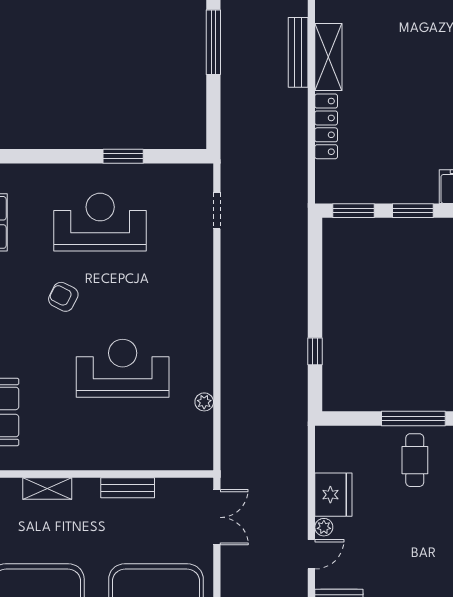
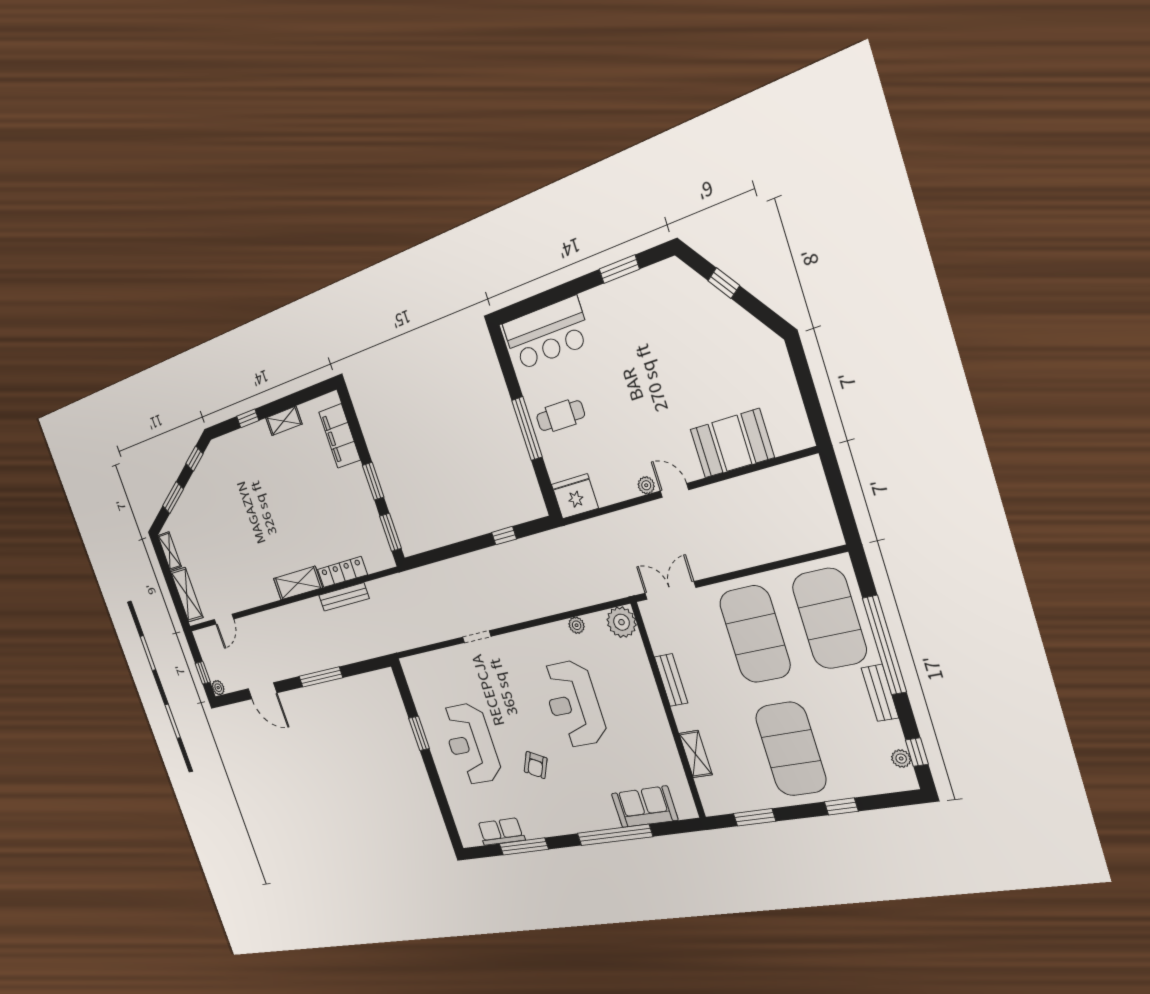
bench: (298, 52) -> (344, 597), moved
doorway: (217, 211) -> (477, 637), moved
plant: (197, 454) -> (621, 622), added
fridge: (333, 495) -> (575, 496), moved

